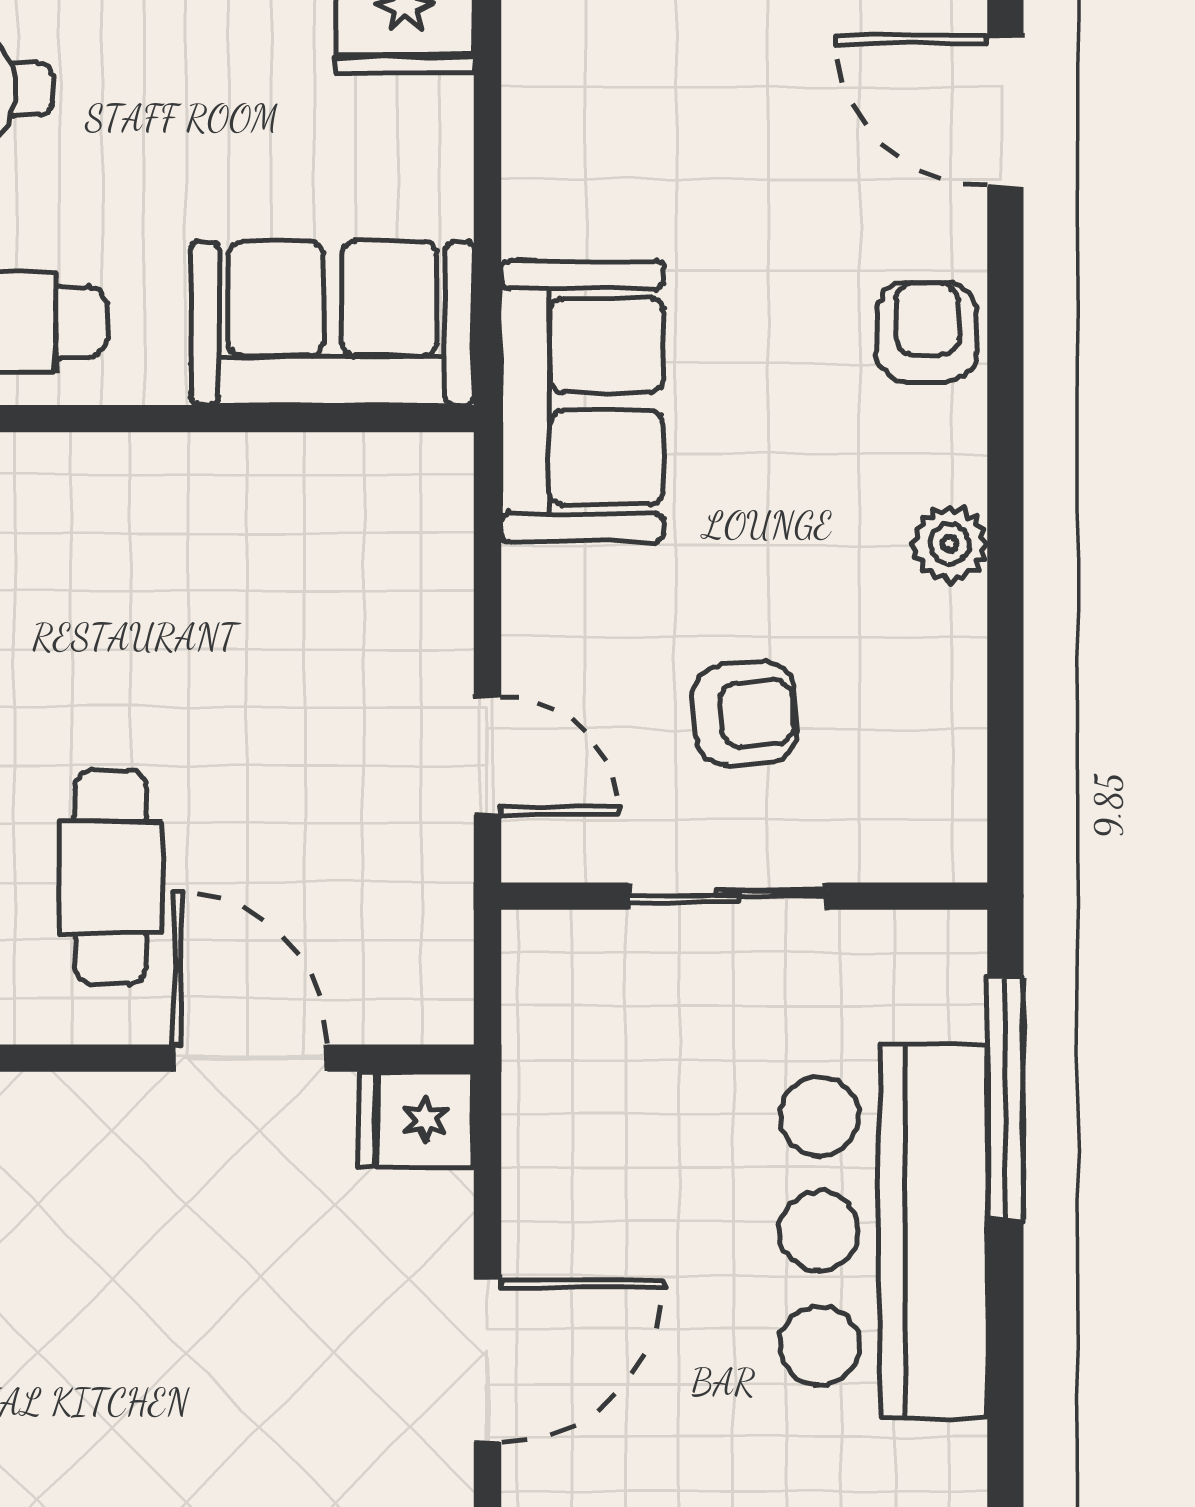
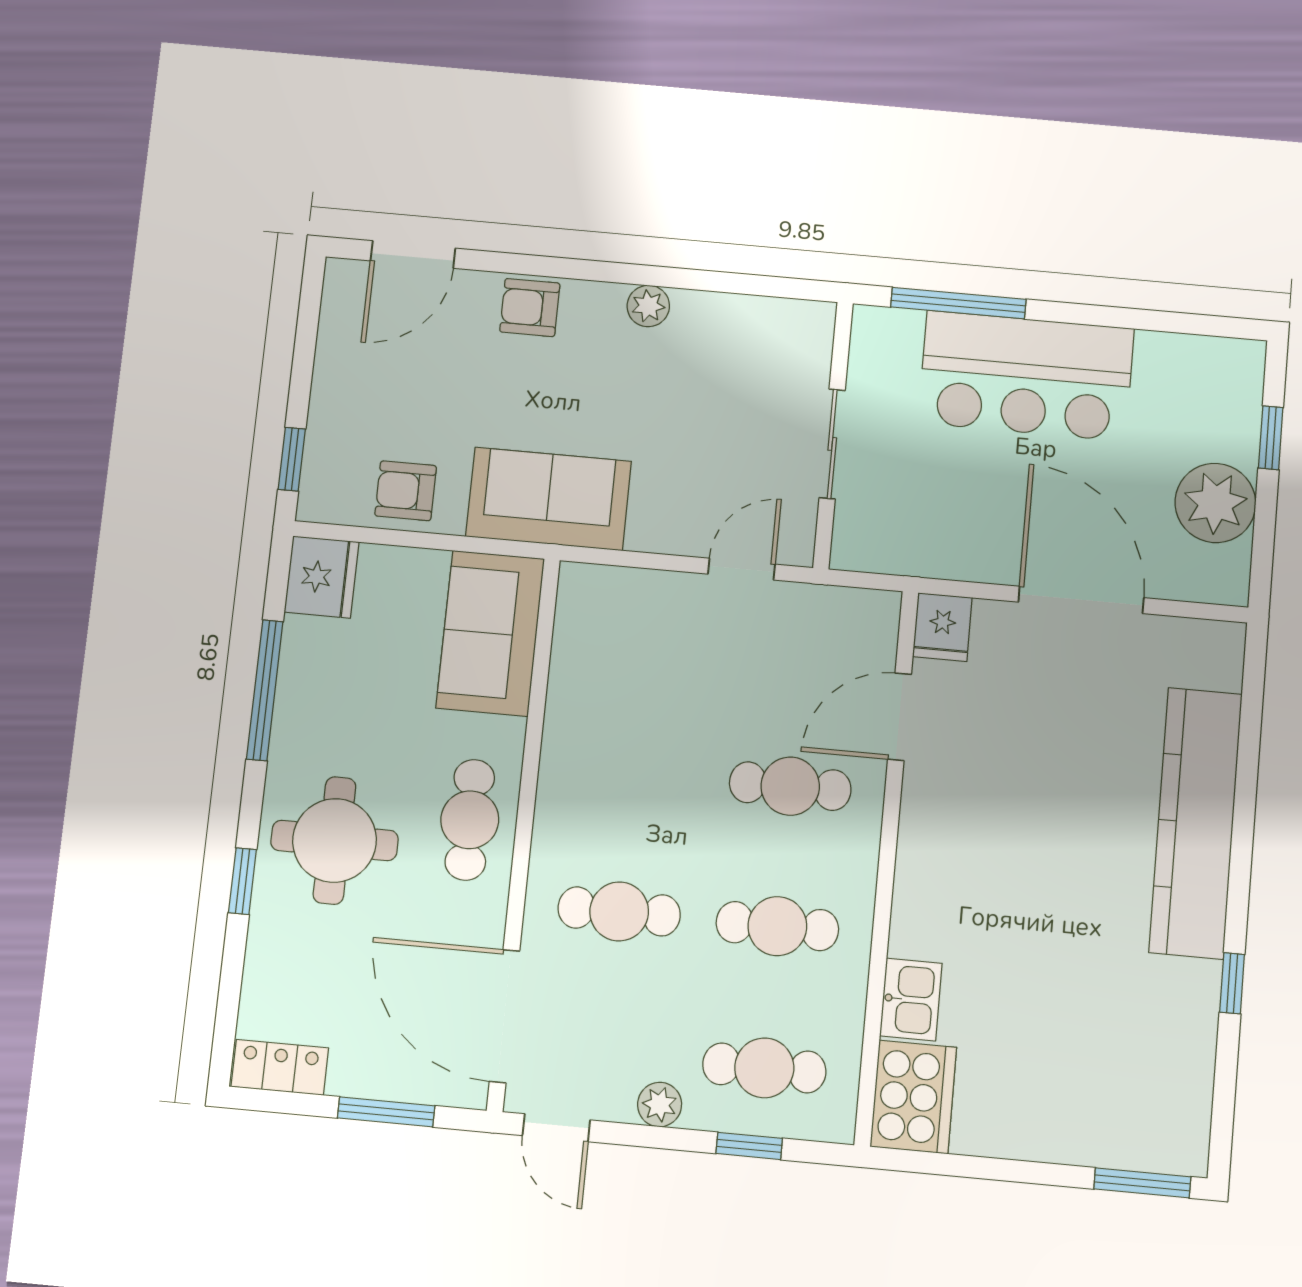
armchair: (745, 714) -> (406, 491), moved, turned -86
door: (487, 1361) -> (1081, 600), width x1.36

